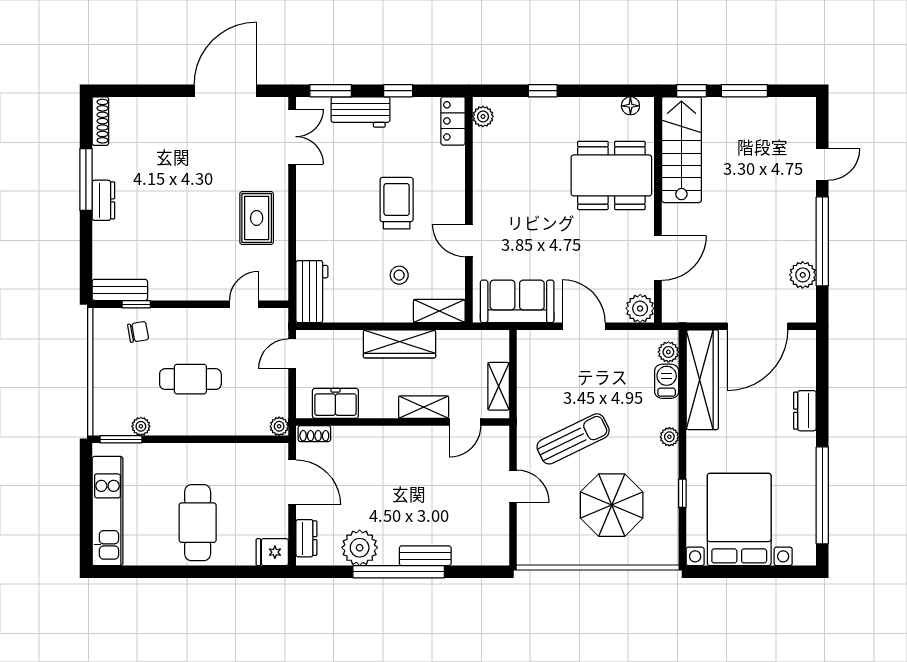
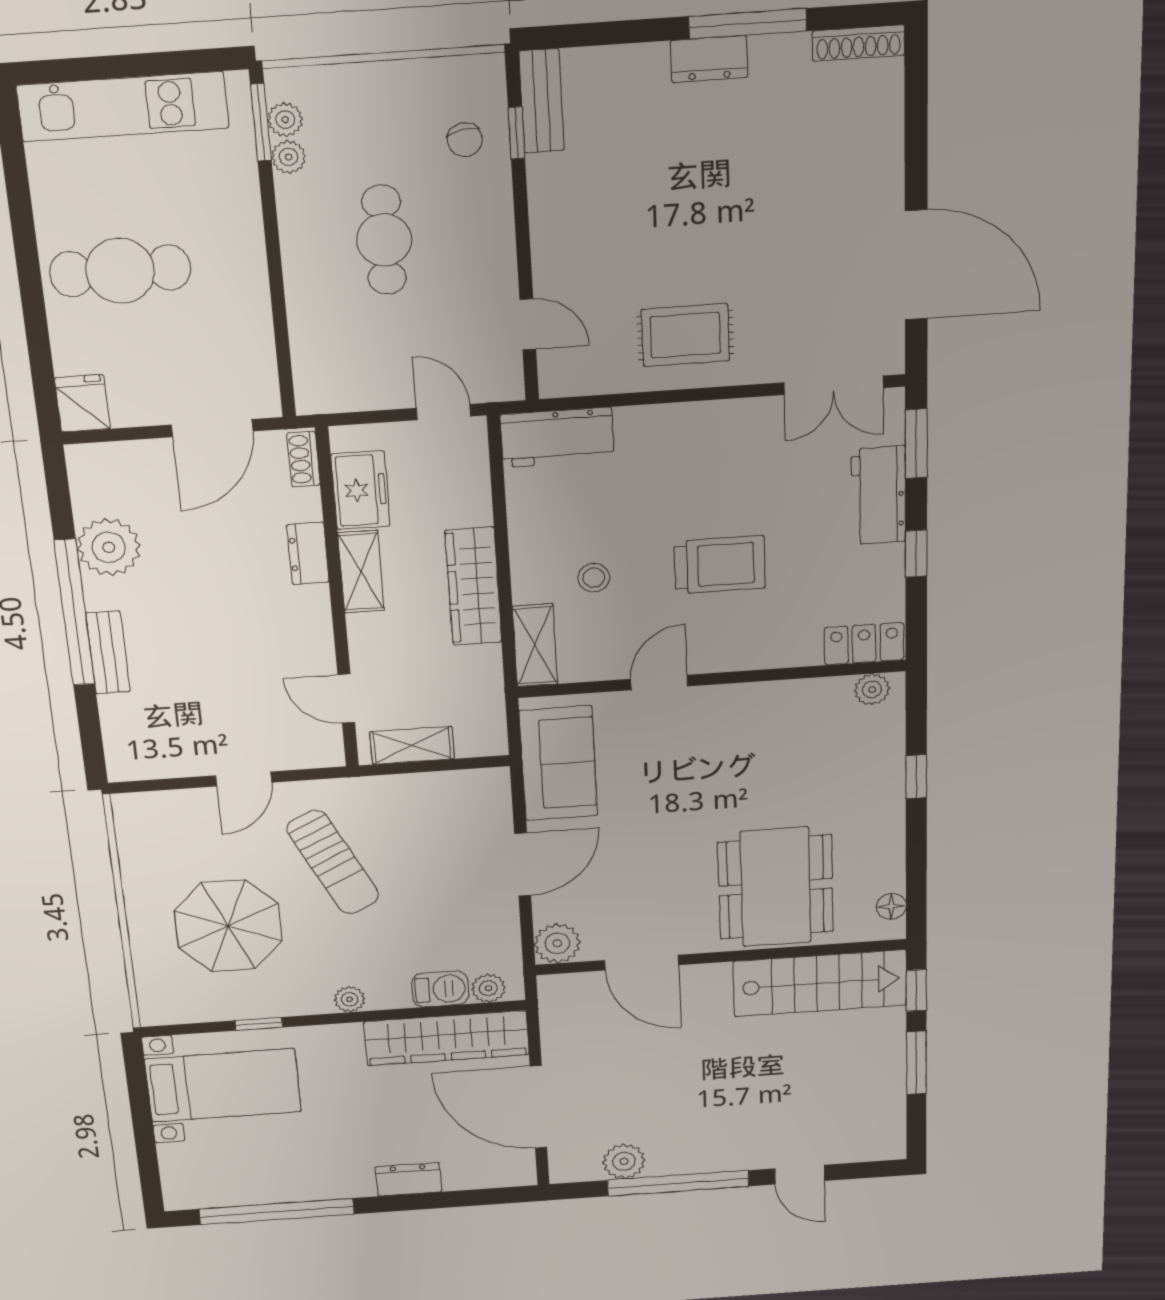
shelving: (424, 407) -> (361, 572), moved
plant: (279, 426) -> (285, 120), moved
bed with nightstands: (739, 519) -> (223, 1085), width x0.73
dresser: (306, 538) -> (308, 553), moved, turned 90

